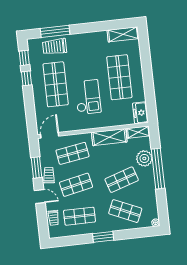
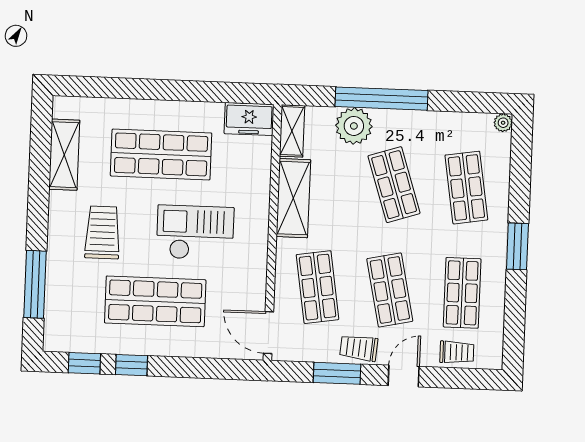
shelving: (123, 34) -> (64, 155), moved
trolley: (55, 47) -> (103, 232), moved, turned 180
shop shelf: (125, 211) -> (466, 188), turned -33

